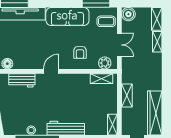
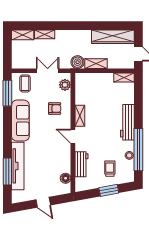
boiler: (128, 14) -> (78, 62), moved
shelving: (102, 79) -> (80, 116), moved
trolley: (17, 110) -> (110, 169), added

